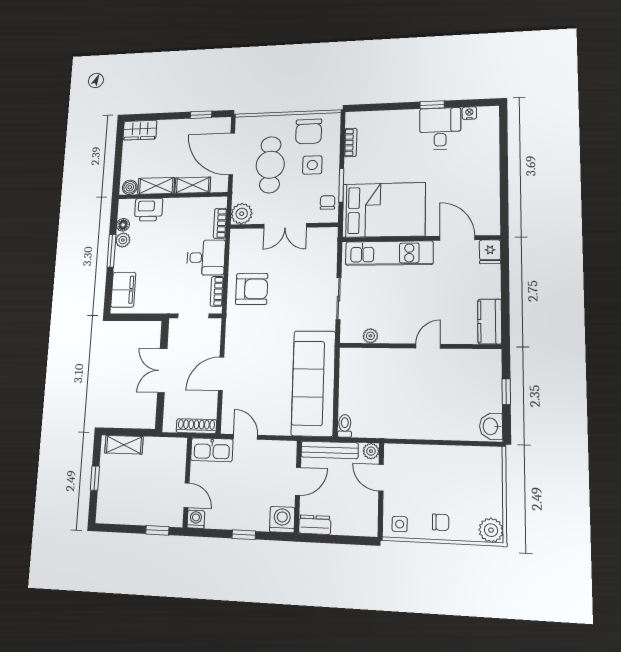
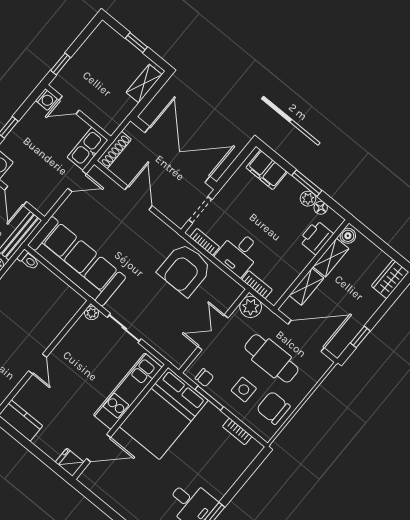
armchair: (252, 289) -> (185, 270), width x1.36, depth x1.36
plant: (370, 336) -> (92, 313), moved
double door: (162, 370) -> (177, 155), width x1.87

